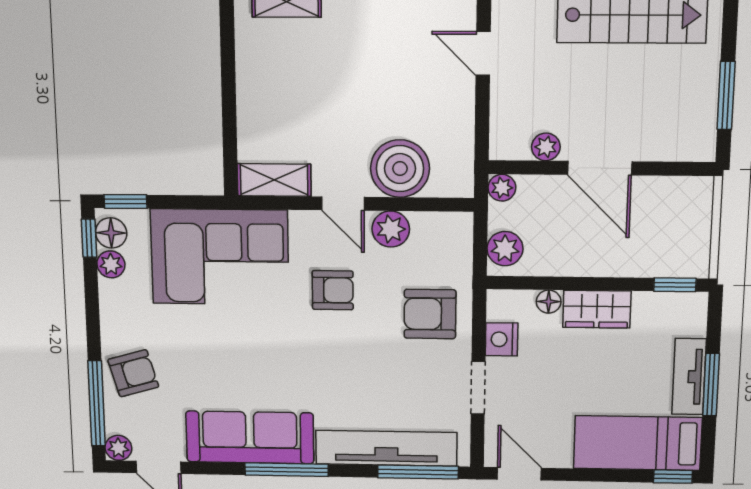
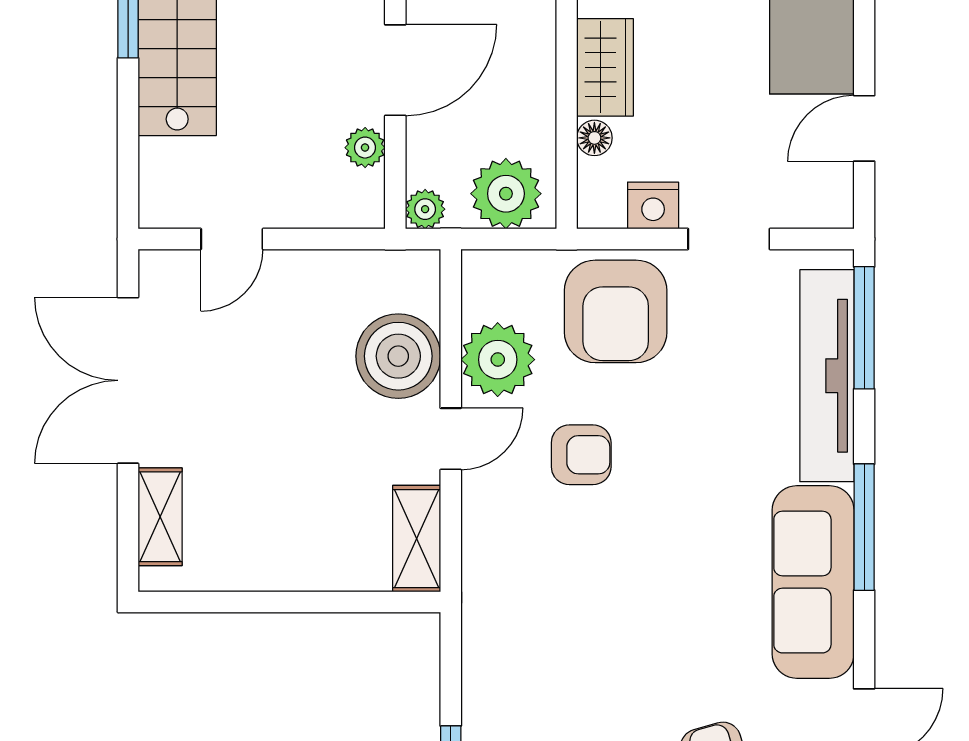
plant: (391, 229) -> (498, 360), width x1.36, depth x1.36
plant: (505, 249) -> (506, 194), width x1.36, depth x1.36
corner sofa: (220, 257) -> (533, 621), removed
armchair: (333, 290) -> (581, 455), turned 90
armchair: (430, 314) -> (616, 311), width x1.36, depth x1.36
door: (519, 474) -> (864, 128), moved

